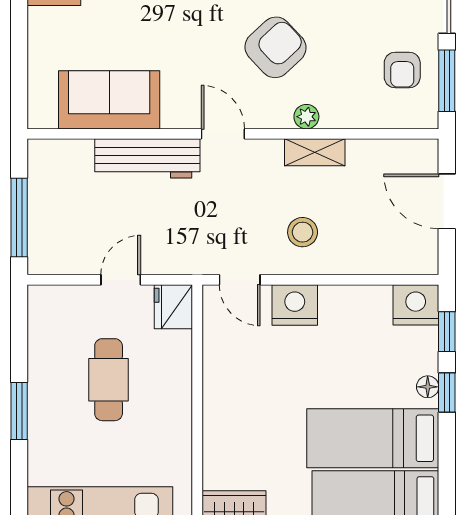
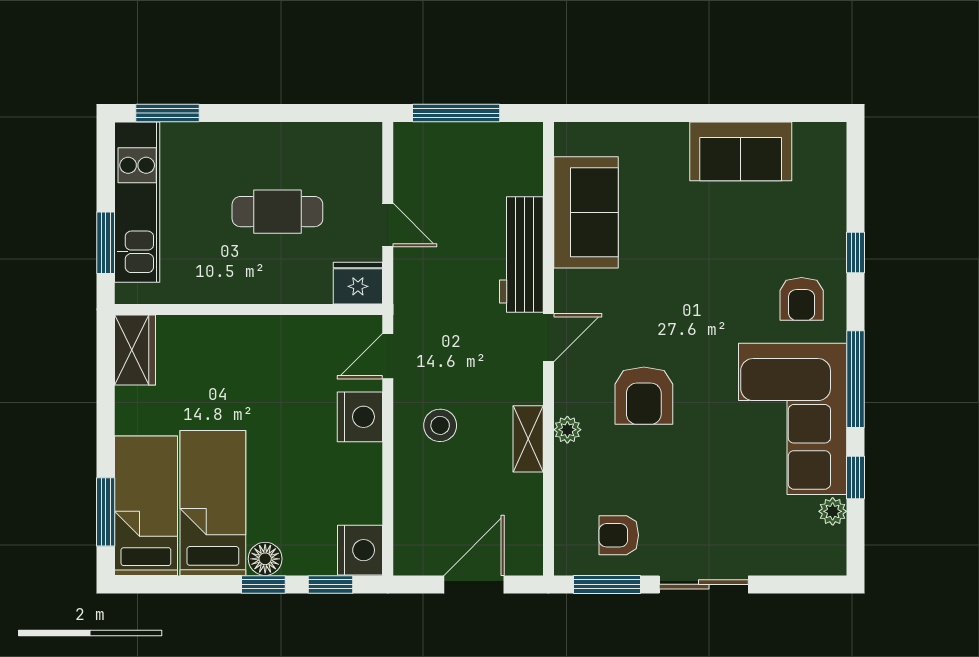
armchair: (276, 47) -> (644, 396), turned 43
floor lamp: (428, 387) -> (265, 559), width x1.37, depth x1.37
window: (19, 411) -> (167, 113), moved

